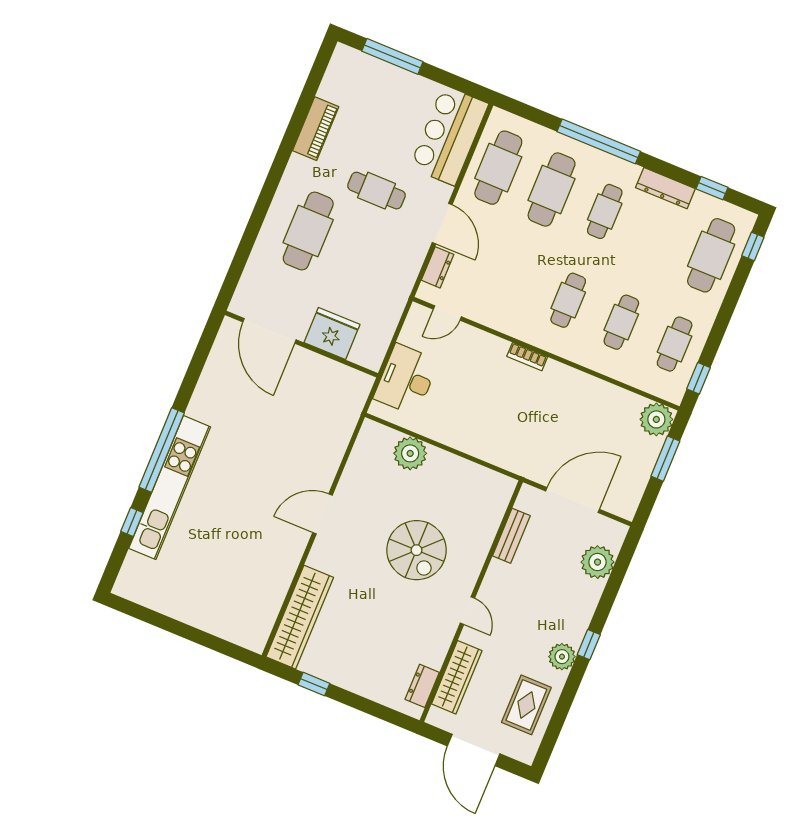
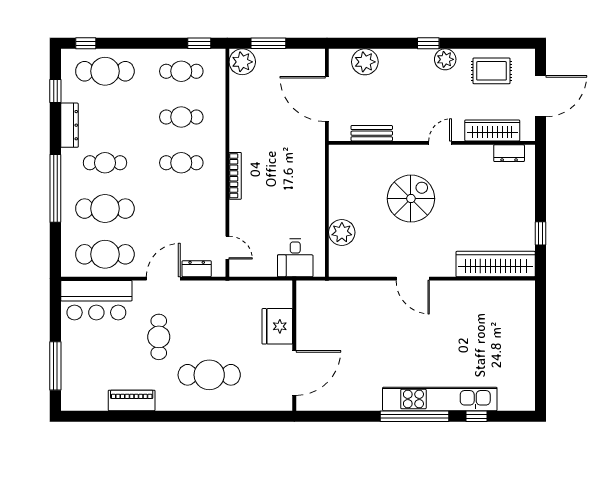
bookcase: (527, 357) -> (235, 176), width x1.56
desk: (406, 379) -> (295, 258), width x0.73

